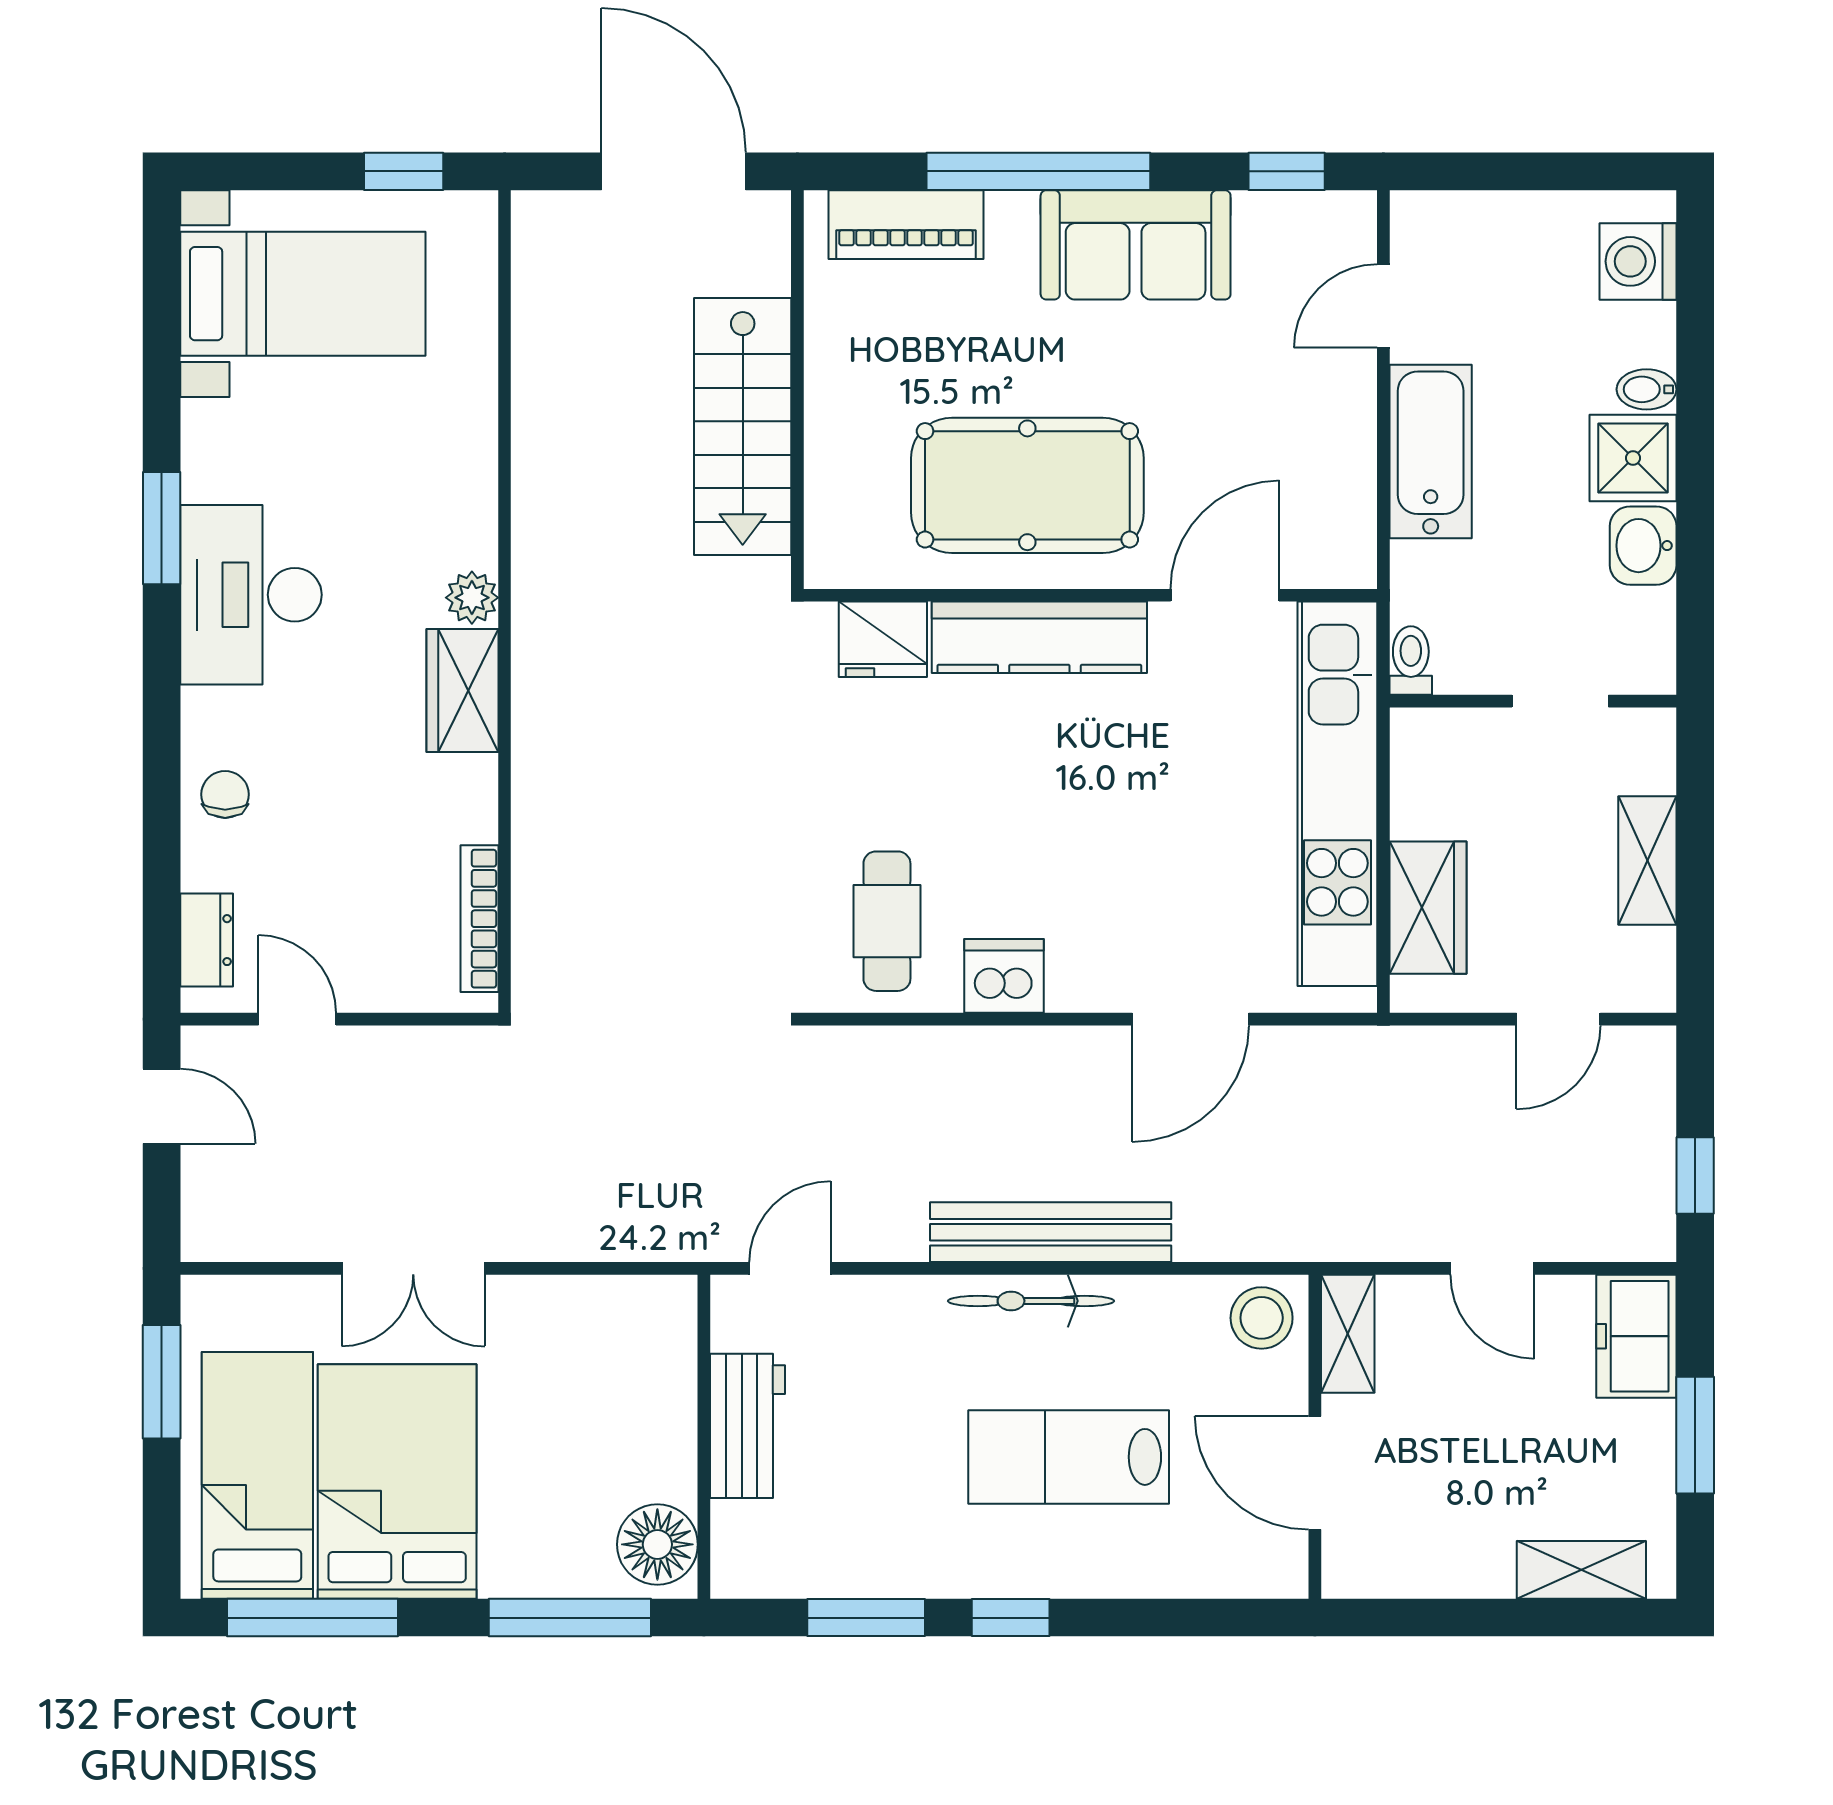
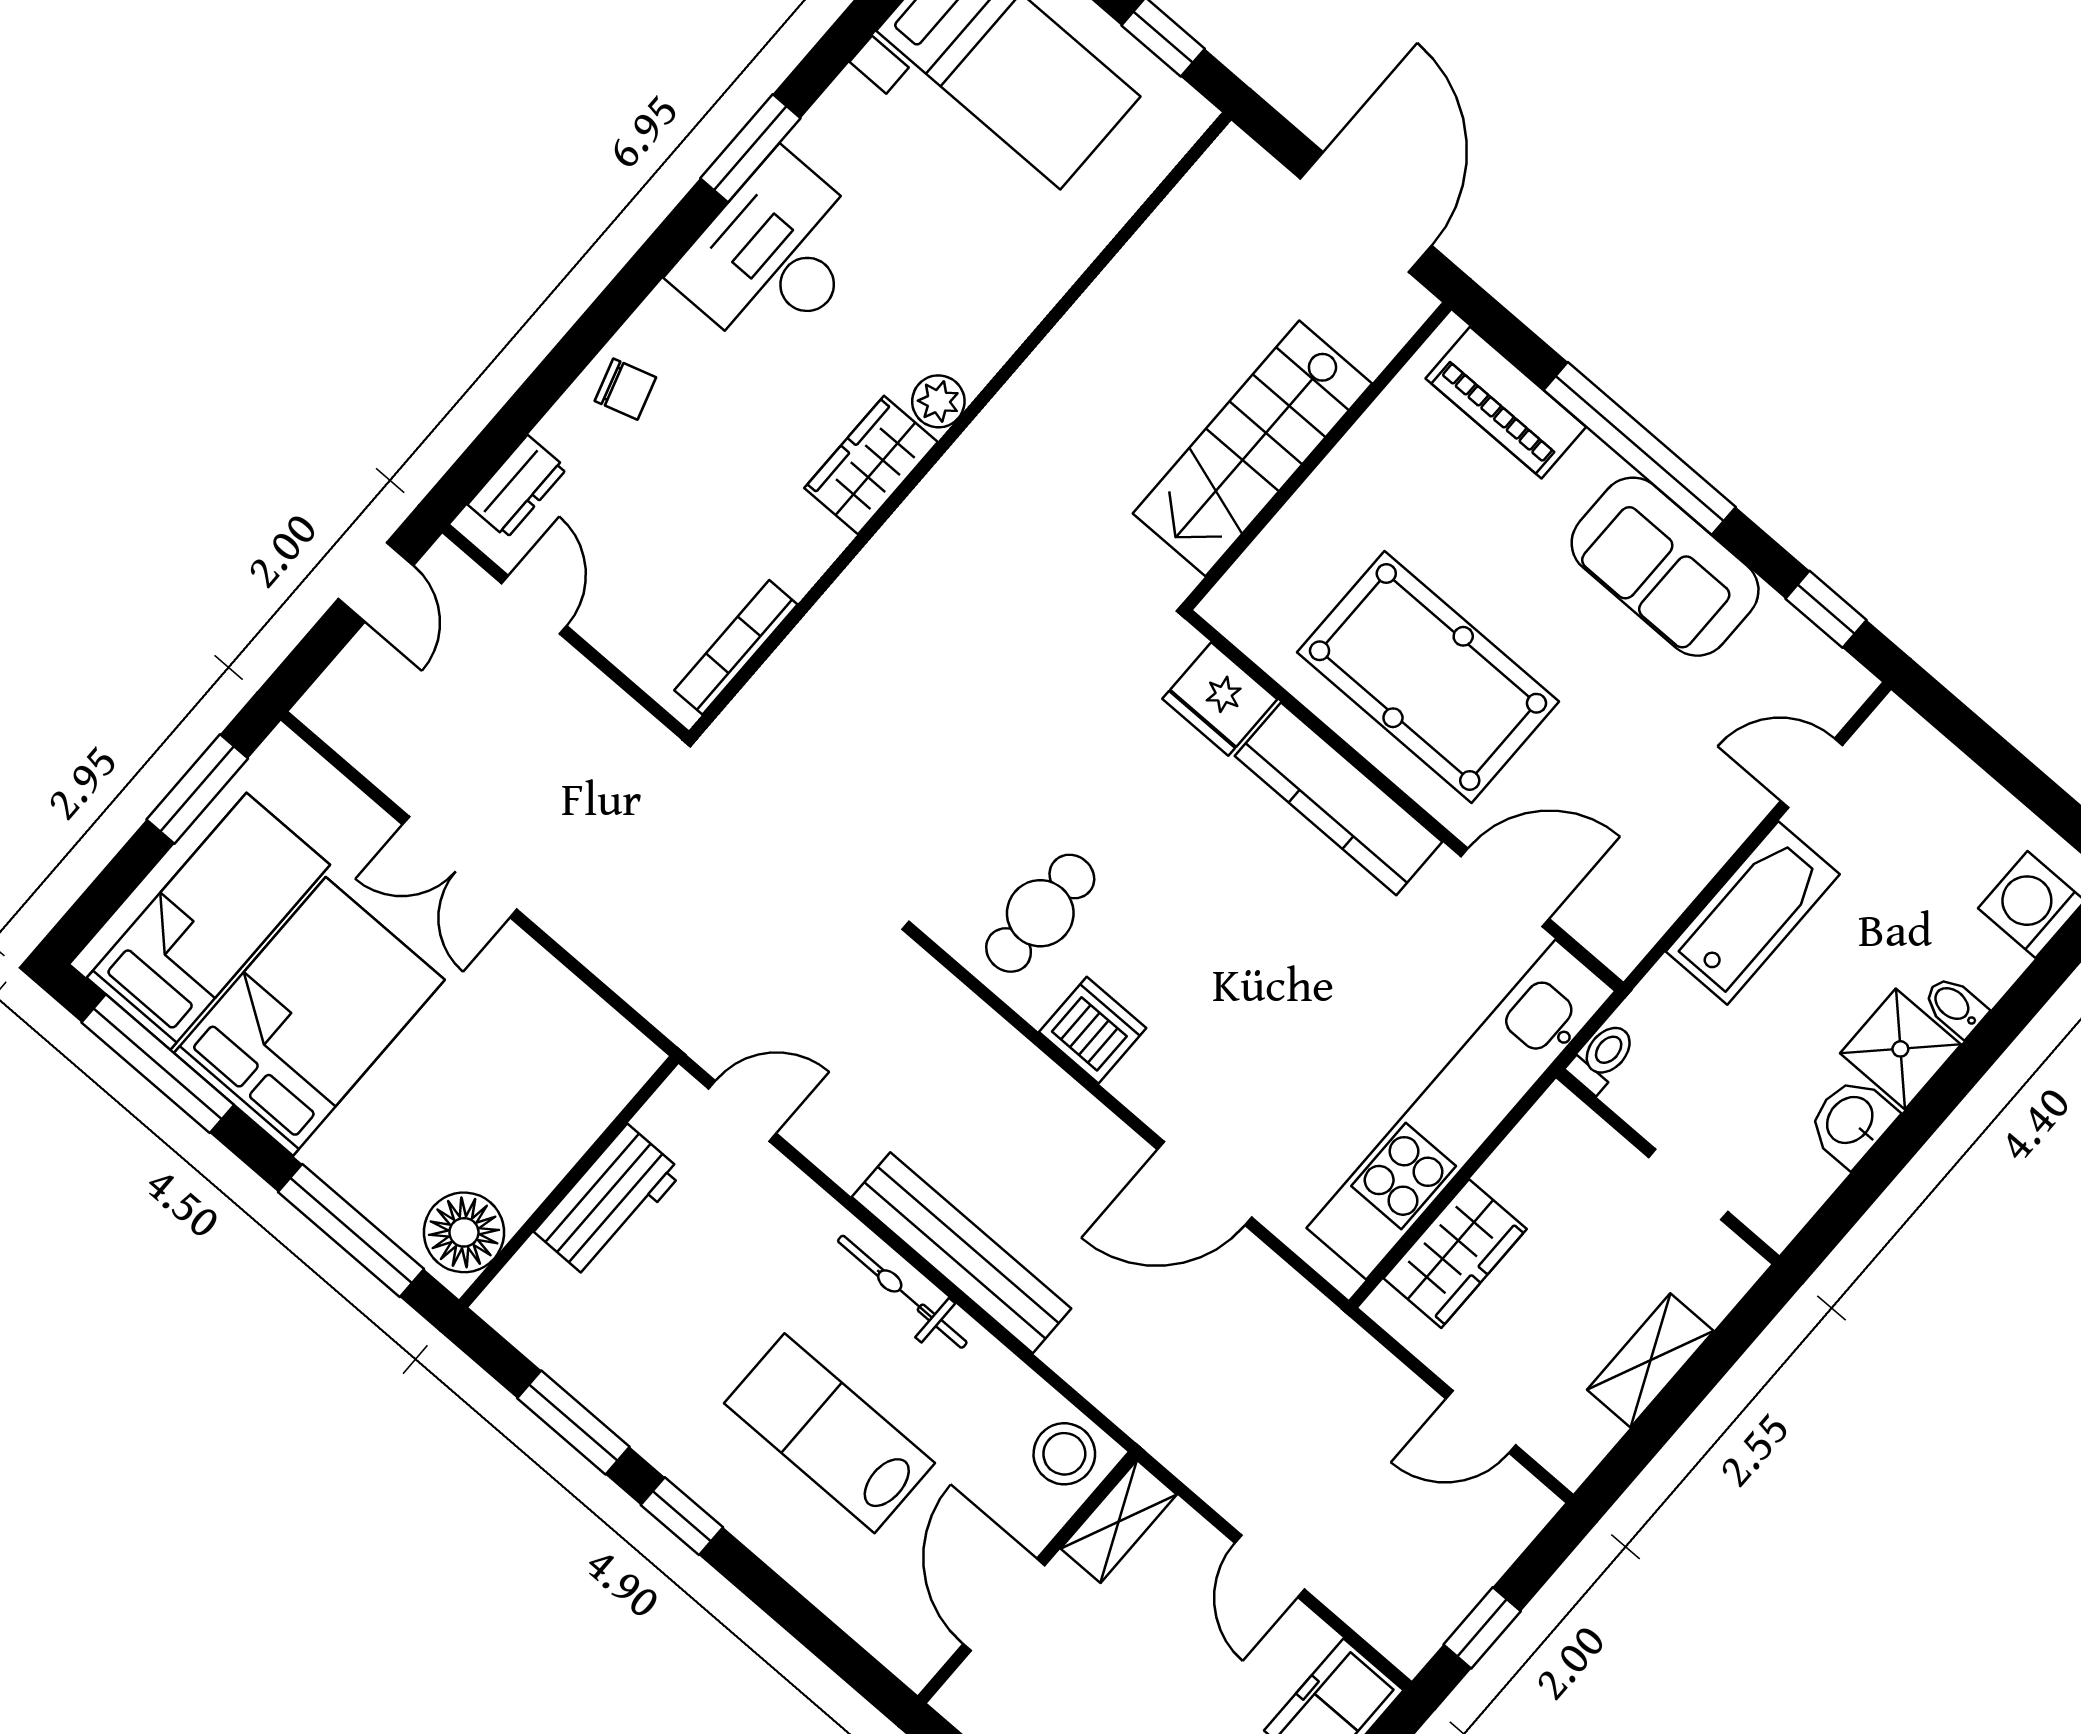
chair: (225, 794) -> (625, 389), turned 73

